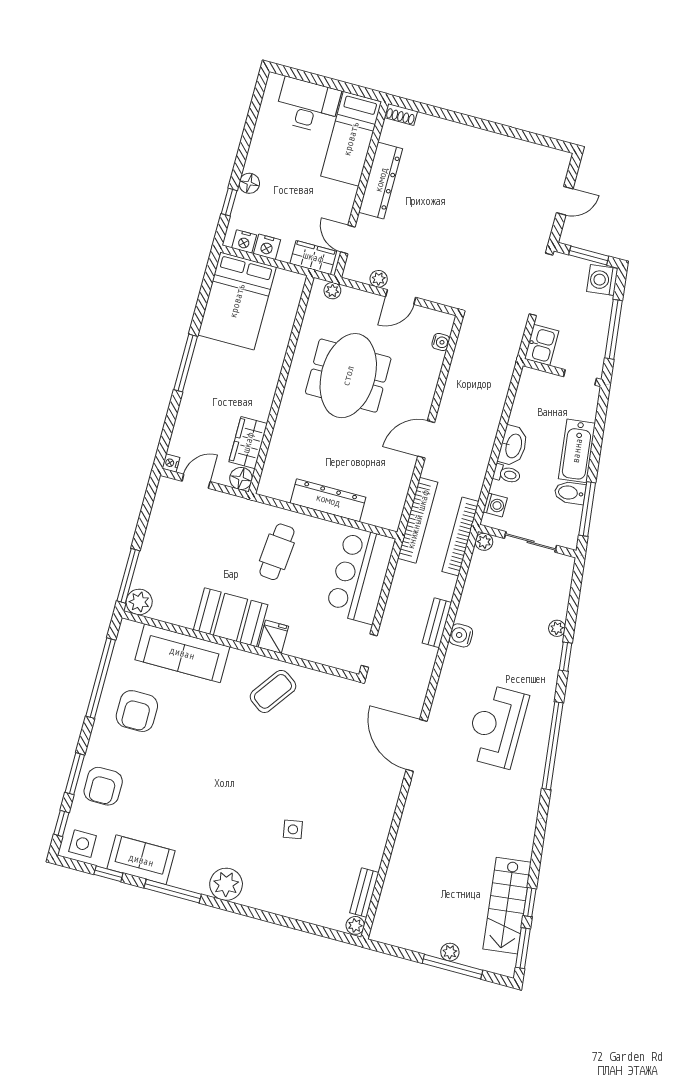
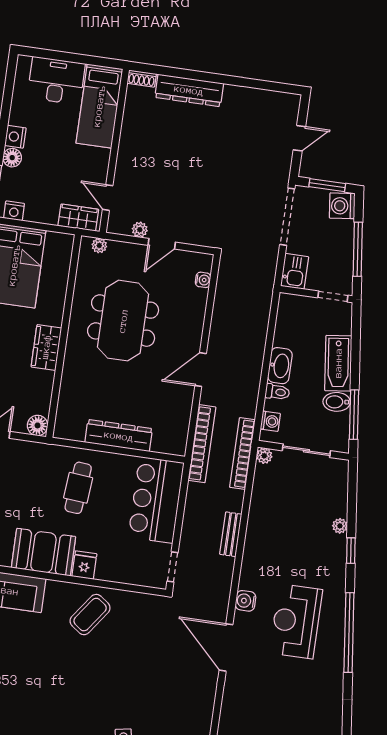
dresser: (381, 180) -> (189, 90), moved, turned 90
nightstand: (267, 247) -> (15, 137), moved, turned 90
wardrobe: (248, 443) -> (46, 347), moved
water cooler: (461, 635) -> (245, 601), moved

